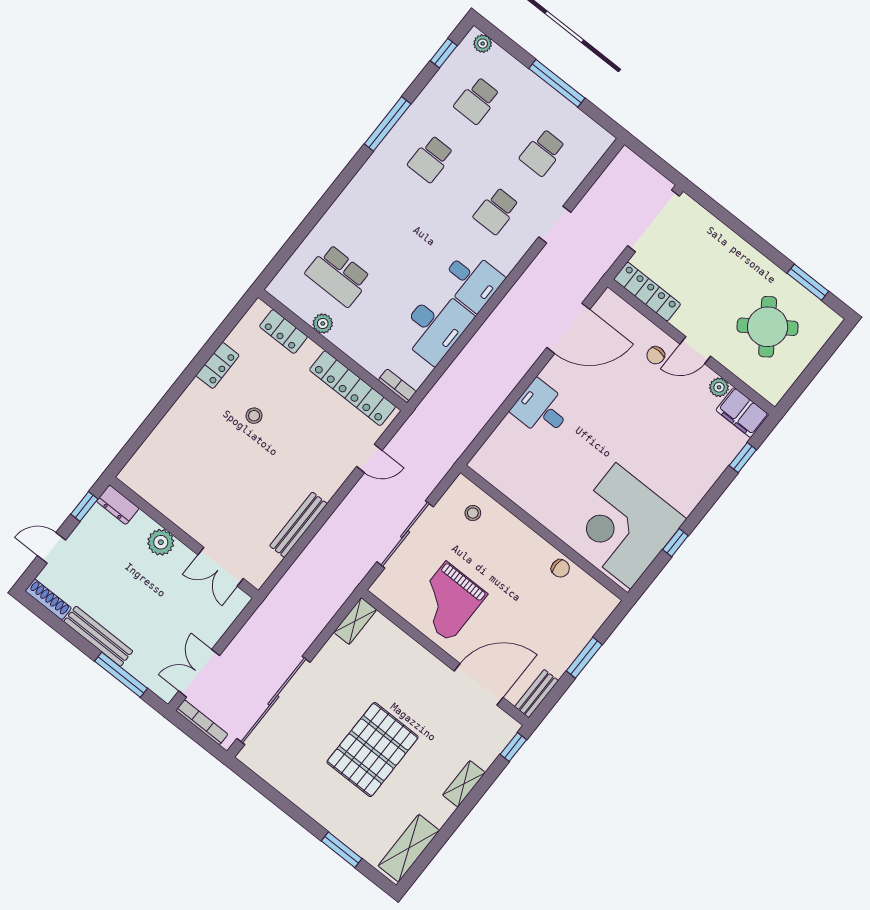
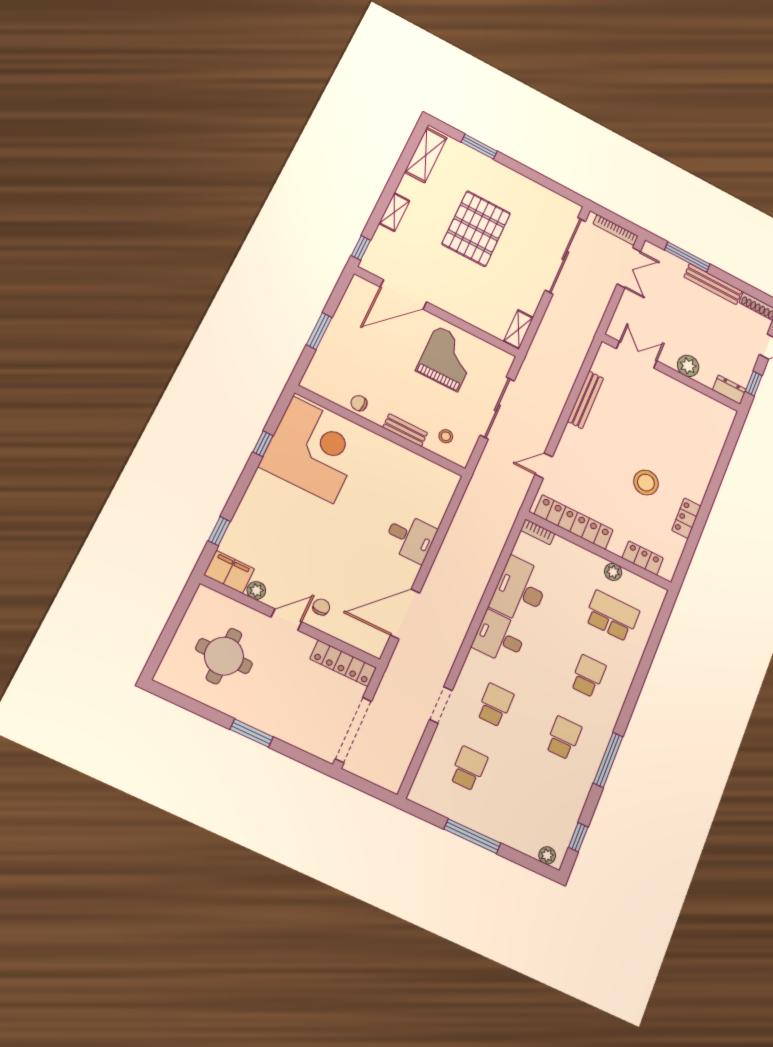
school desk: (477, 101) -> (588, 676), moved
window: (808, 282) -> (252, 733), moved
round table: (768, 327) -> (224, 656), turned 35
stool: (254, 416) -> (646, 483), width x1.89, depth x1.89
bench: (537, 694) -> (405, 430), moved, turned 90

